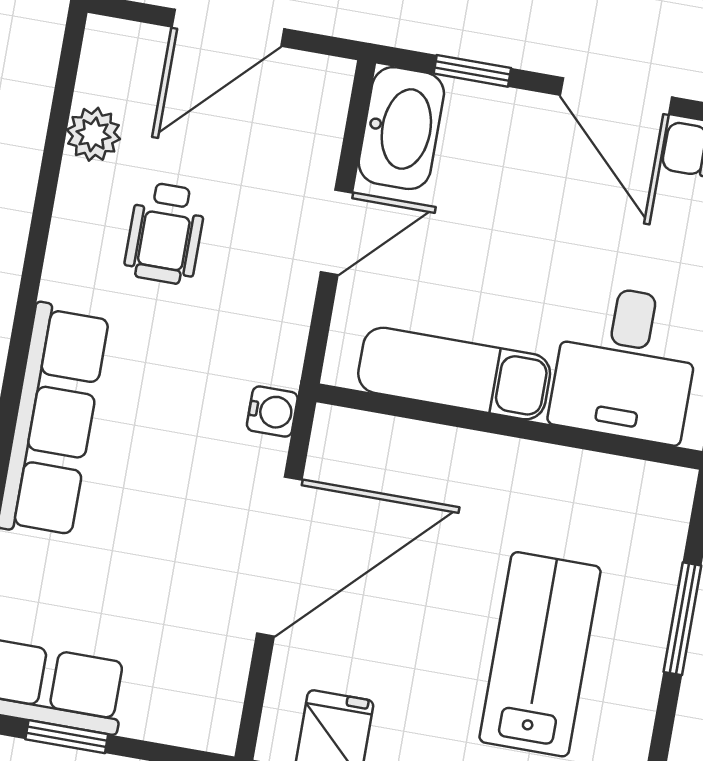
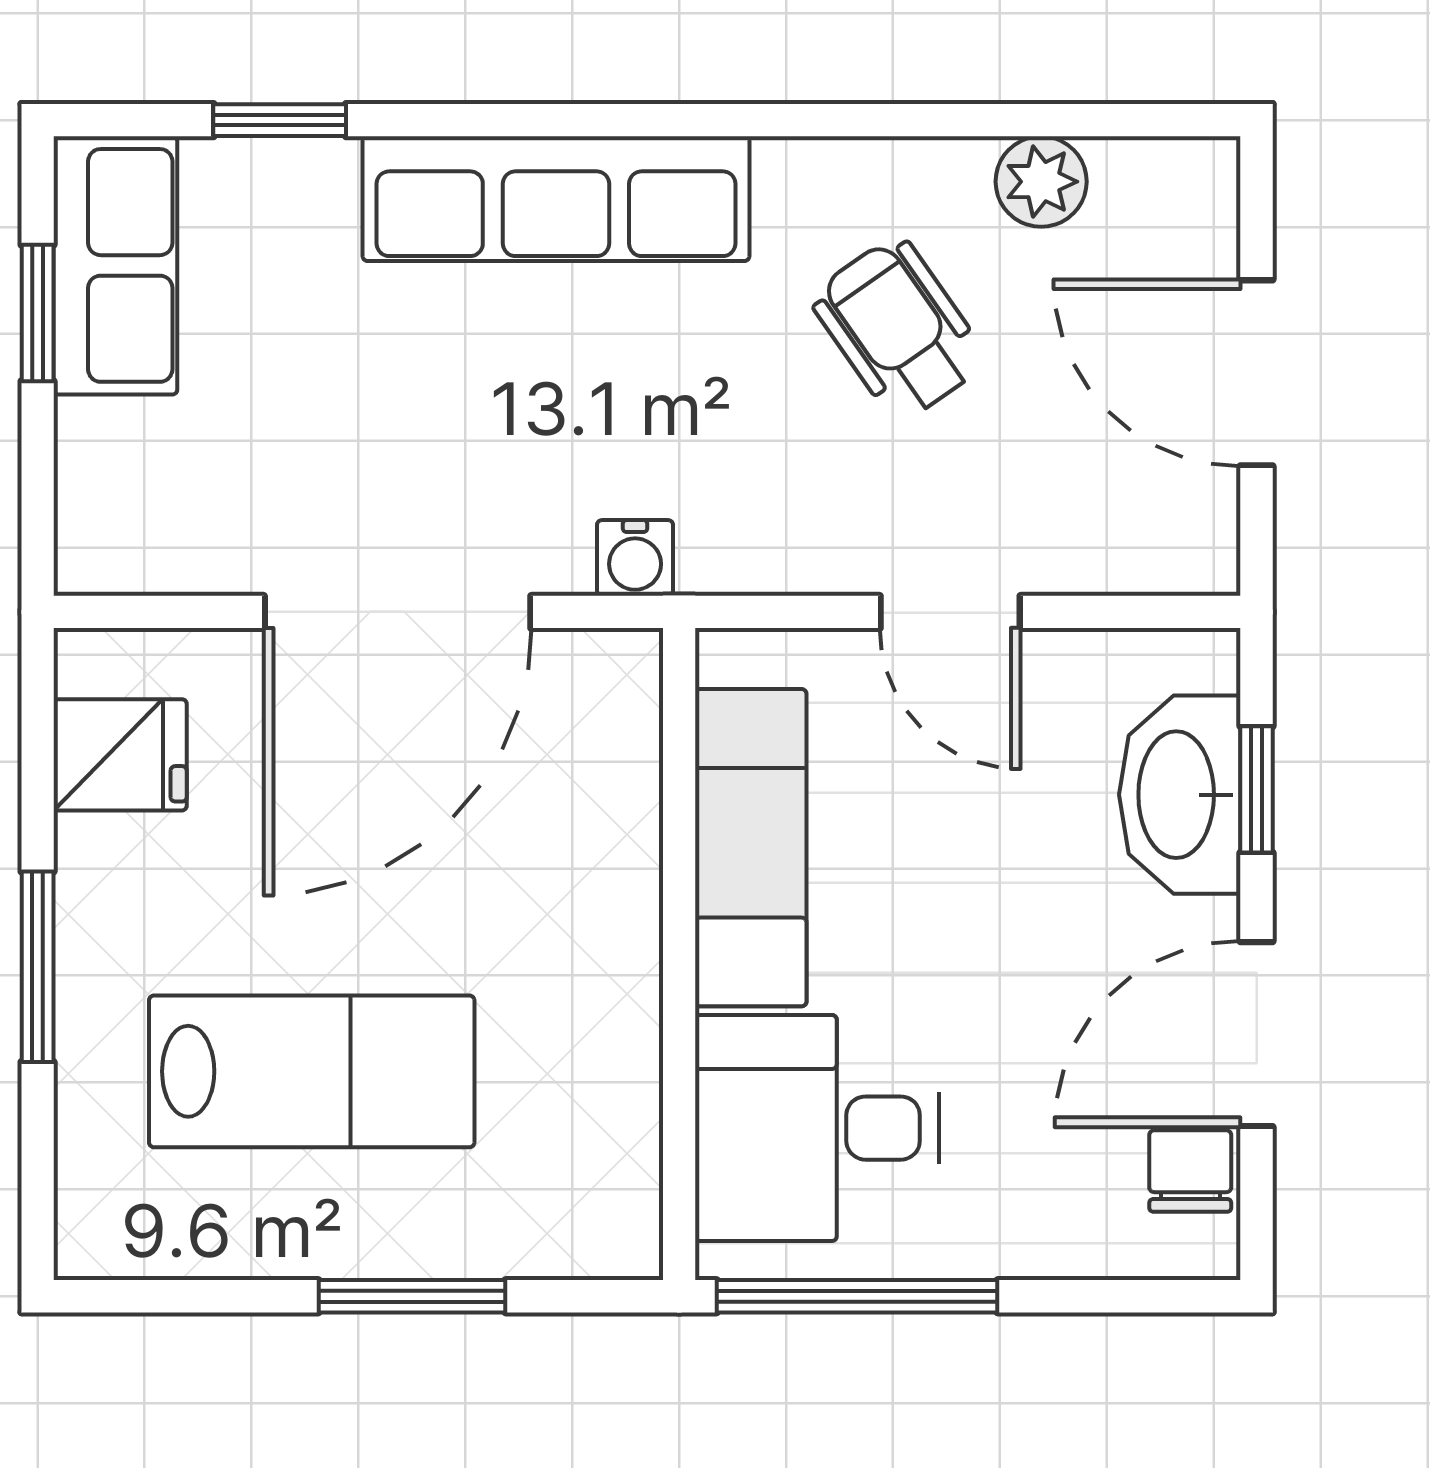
washbasin: (401, 128) -> (1180, 795), moved, turned 90
wheelchair: (165, 233) -> (899, 329), turned 55
door: (279, 556) -> (398, 612), hinge flipped

